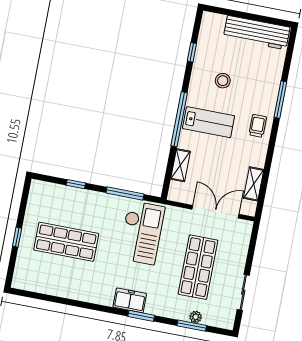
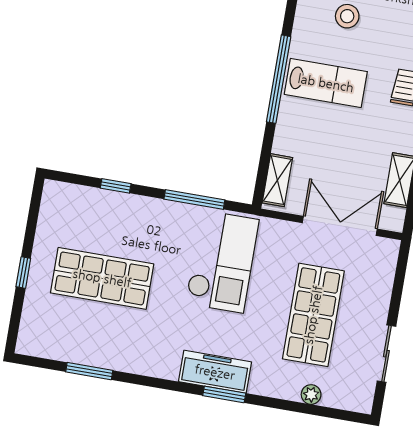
shelving: (180, 165) -> (277, 180), moved
freezer: (130, 300) -> (215, 372), width x1.40
window: (192, 326) -> (89, 371), moved

